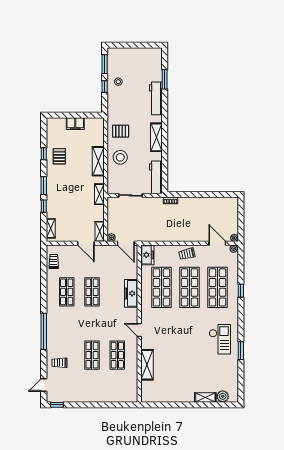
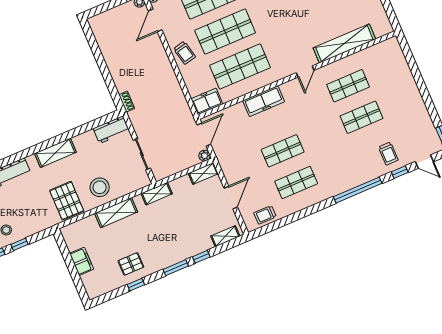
pallet: (121, 131) -> (67, 201), width x1.50, depth x1.42
workbench: (156, 177) -> (111, 130), width x0.73
door: (86, 243) -> (231, 198), moved
window: (44, 365) -> (400, 172), added
shelving: (147, 365) -> (344, 43), width x1.47

